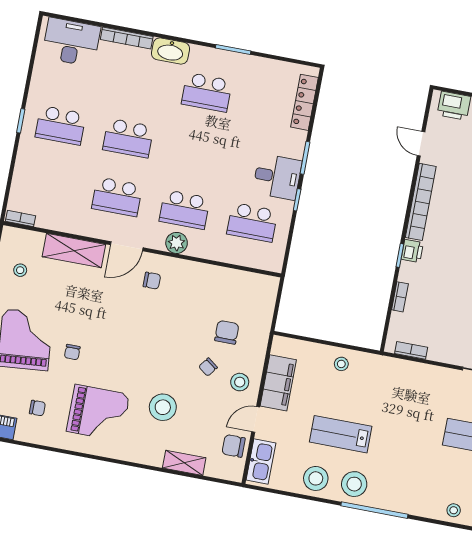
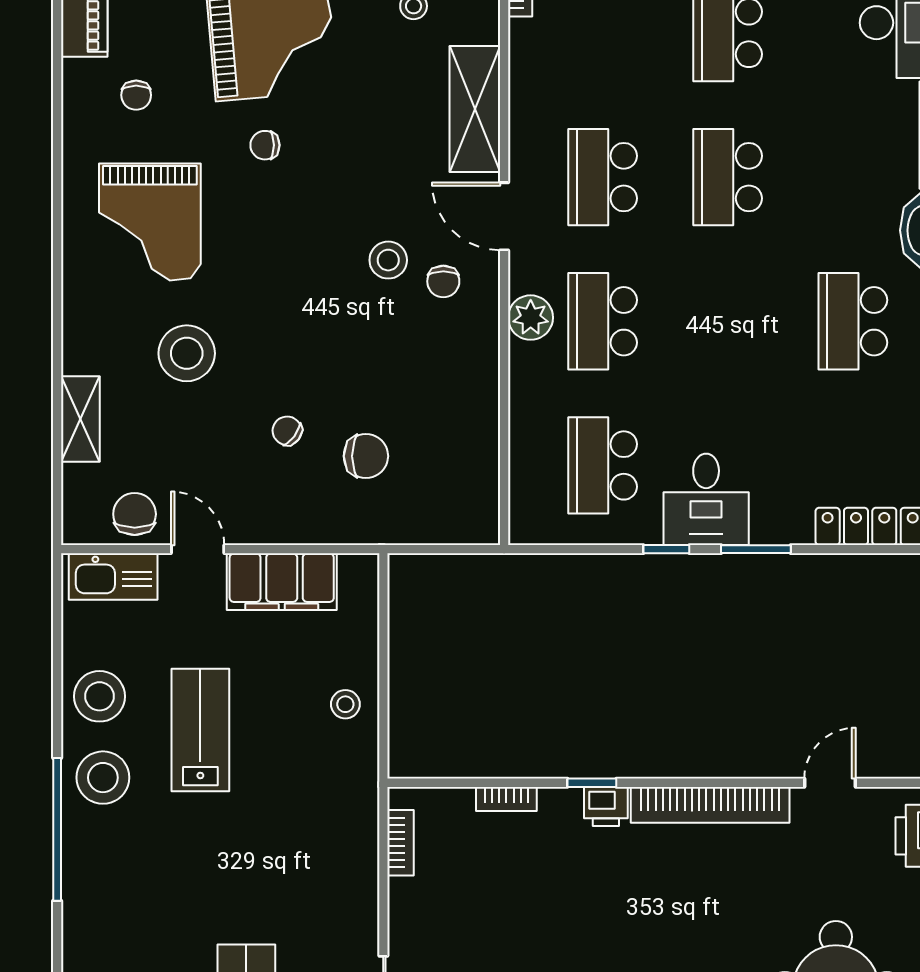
stool: (240, 382) -> (388, 260), moved

